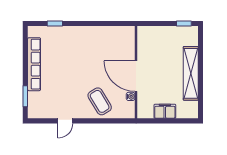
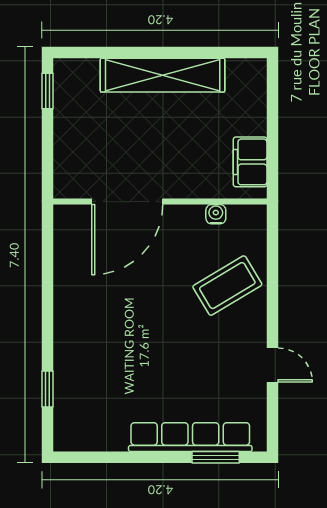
row of seats: (34, 64) -> (190, 437), moved
door: (136, 76) -> (127, 202), moved
filing cabinet: (165, 111) -> (250, 162), moved

